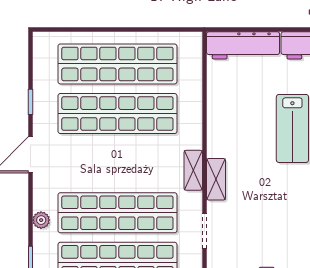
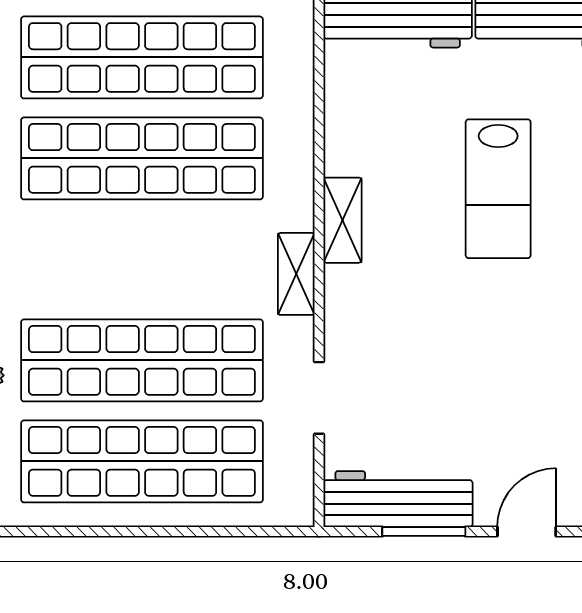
shelving: (216, 179) -> (343, 220), moved

